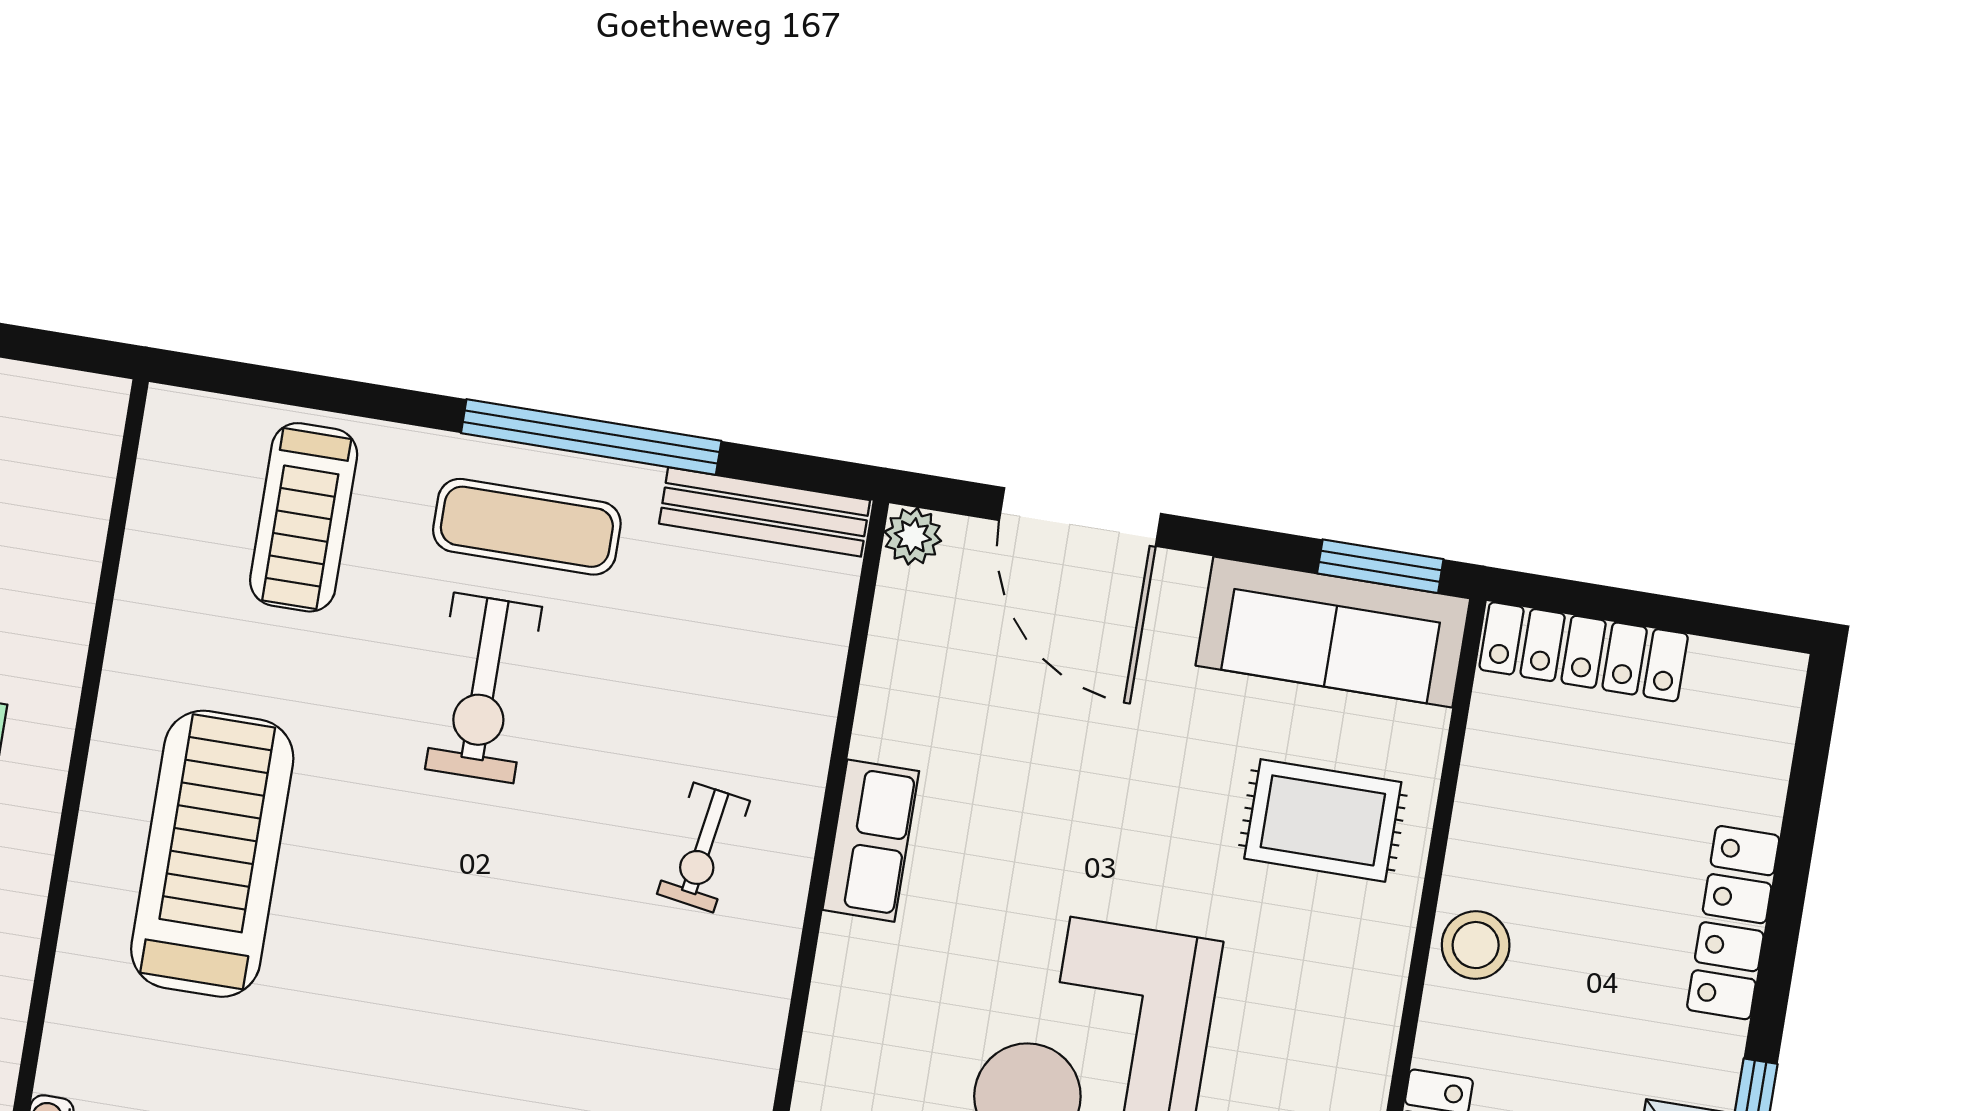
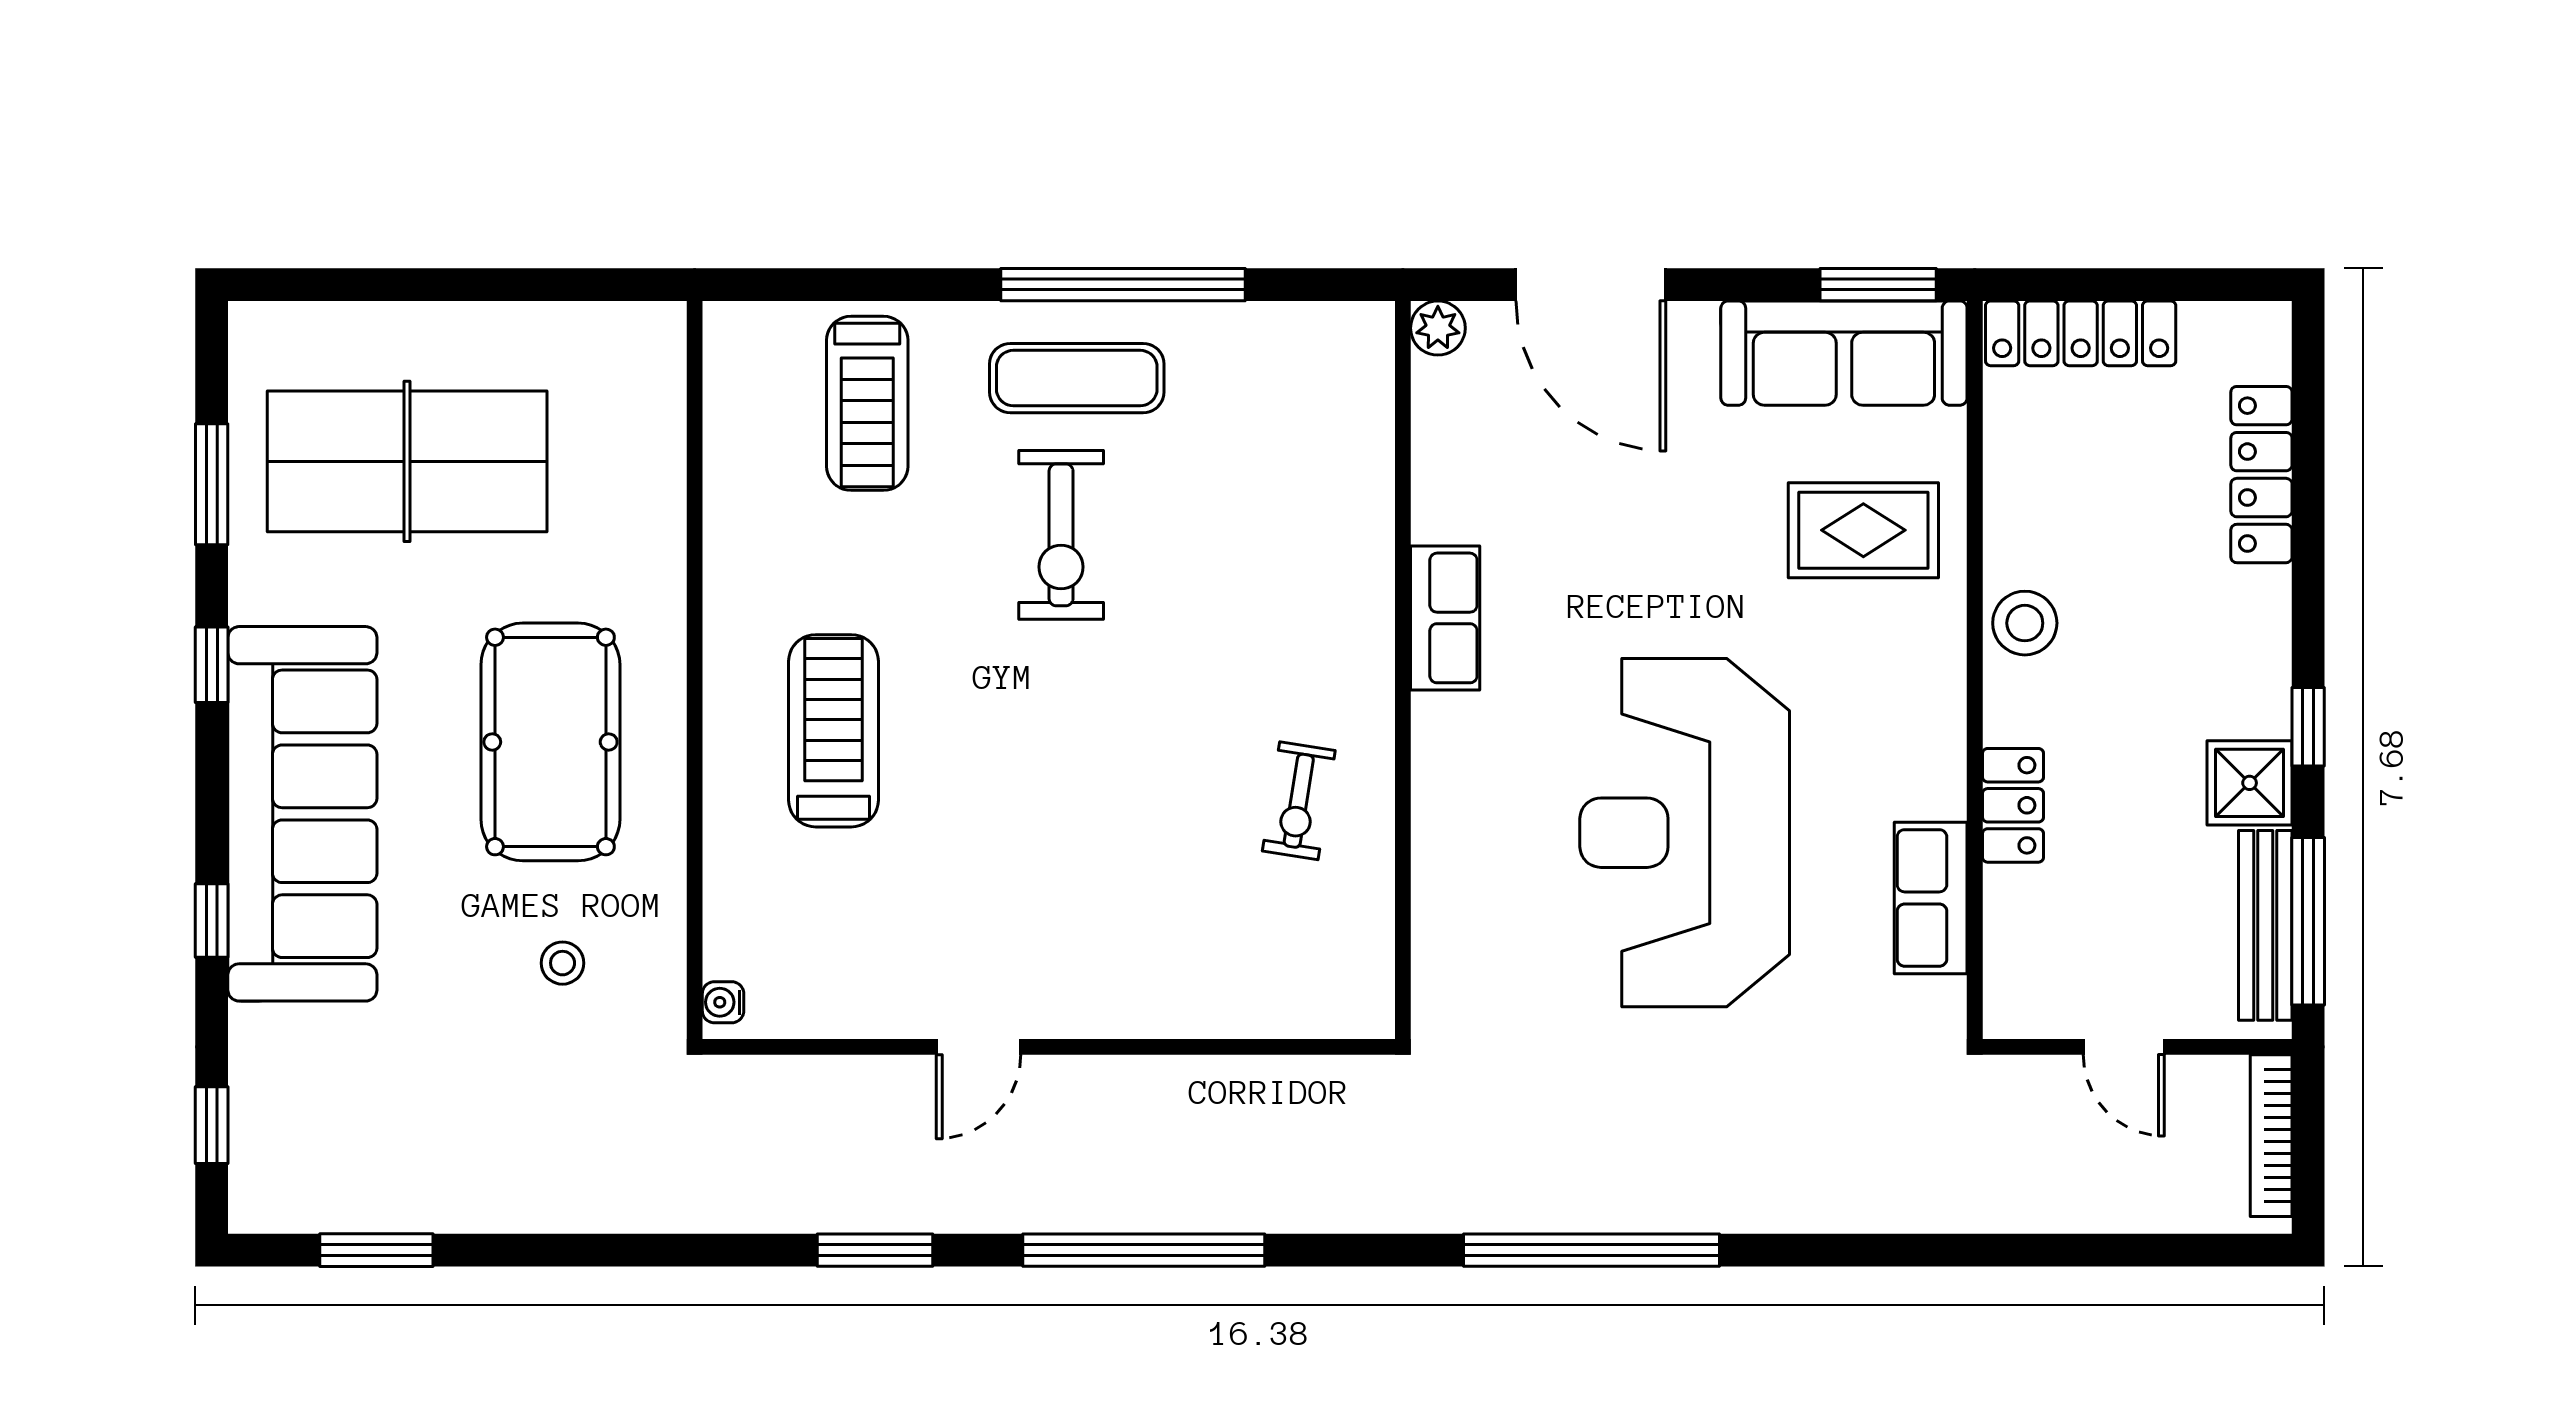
bench: (765, 512) -> (1296, 328), removed
exercise bike: (703, 847) -> (1299, 801), moved
treadmill: (212, 854) -> (834, 731), width x0.73, depth x0.73
locker: (1733, 923) -> (2261, 475), moved

